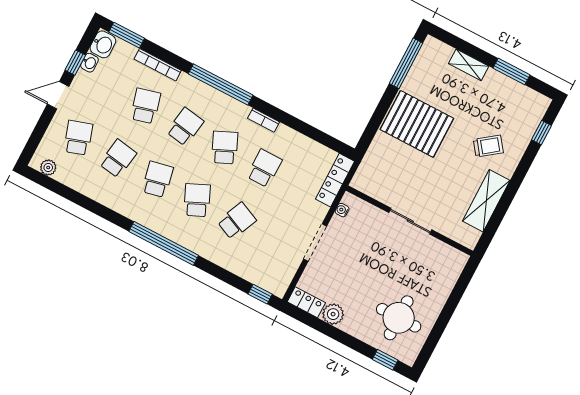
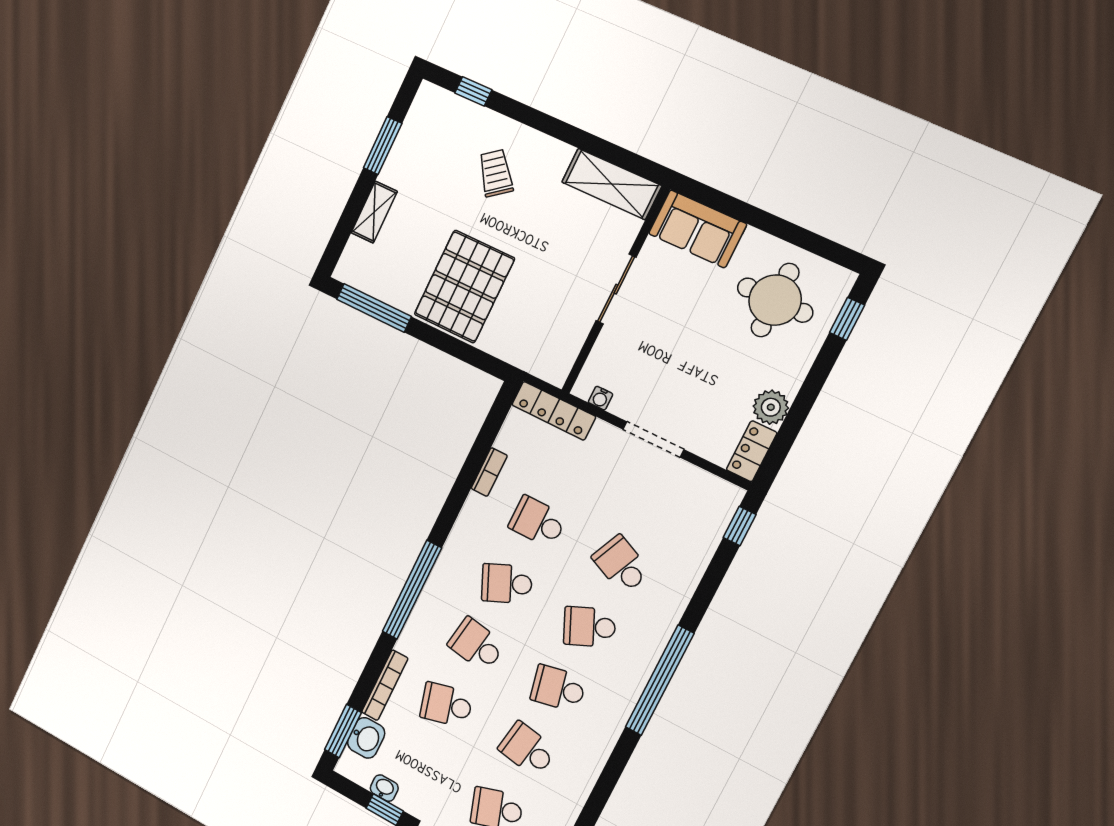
washbasin: (103, 44) -> (366, 738), moved, turned 90
bookcase: (264, 120) -> (489, 472), moved
shelving: (486, 201) -> (612, 184), moved
sofa: (445, 272) -> (698, 229), added

